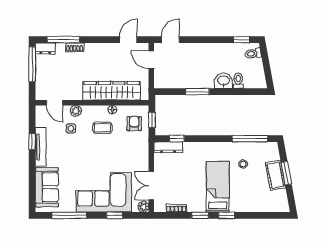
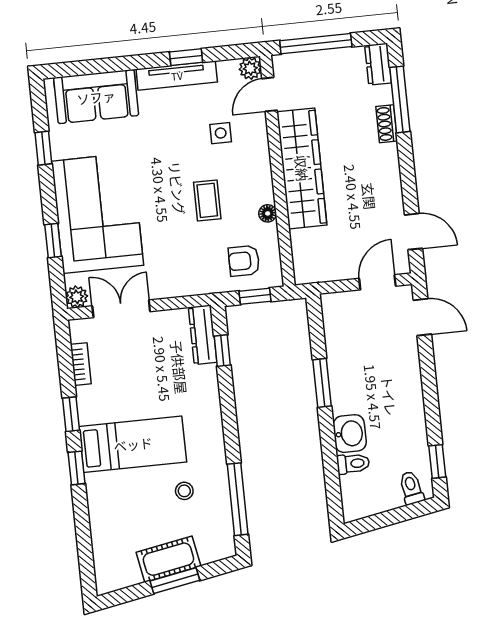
window: (32, 64) -> (316, 44), moved
wardrobe: (112, 91) -> (302, 168), moved
plant: (76, 111) -> (250, 68), moved
armchair: (134, 124) -> (244, 261), turned 180
coffee table: (102, 128) -> (207, 200), moved
window: (69, 215) -> (43, 148), width x0.46

